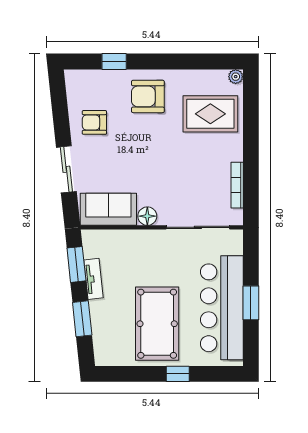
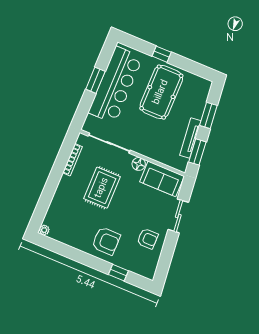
rug: (210, 114) -> (102, 188), moved, turned 90
tv unit: (93, 279) -> (190, 138), width x1.41

